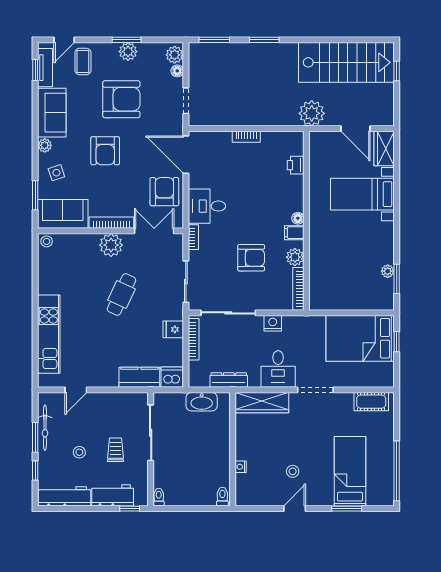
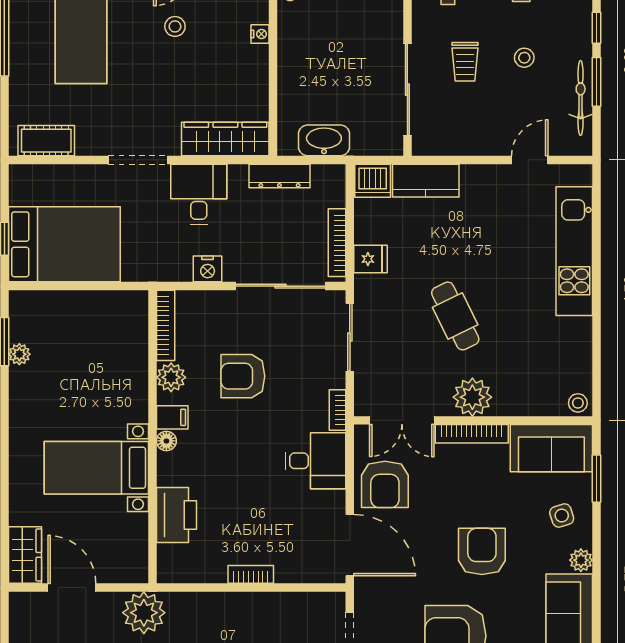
printer: (296, 165) -> (177, 515), width x1.87, depth x1.48
bed with nightstands: (362, 194) -> (96, 468), moved, turned 180
cafe table: (121, 295) -> (455, 316), turned -51

